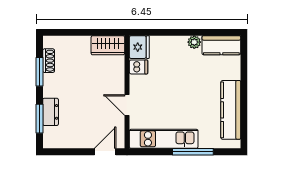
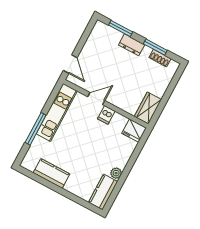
dishwasher: (139, 67) -> (106, 115), moved
kitchen counter: (231, 110) -> (52, 173), width x0.67
dresser: (51, 112) -> (132, 45), moved

